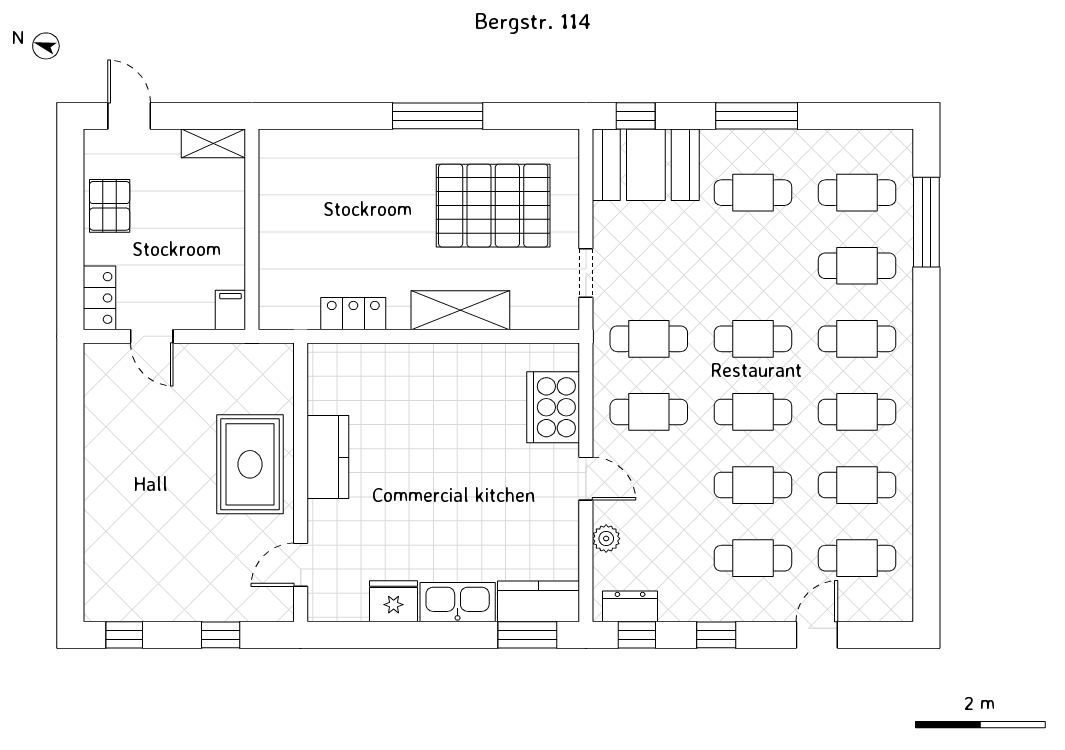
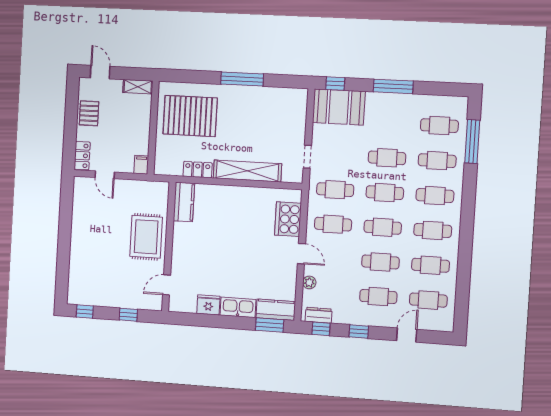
cafe table: (753, 193) -> (387, 158), moved
pallet: (493, 206) -> (190, 116), moved
shelving: (460, 310) -> (247, 171), width x1.47
kitchen counter: (328, 457) -> (184, 202), moved

